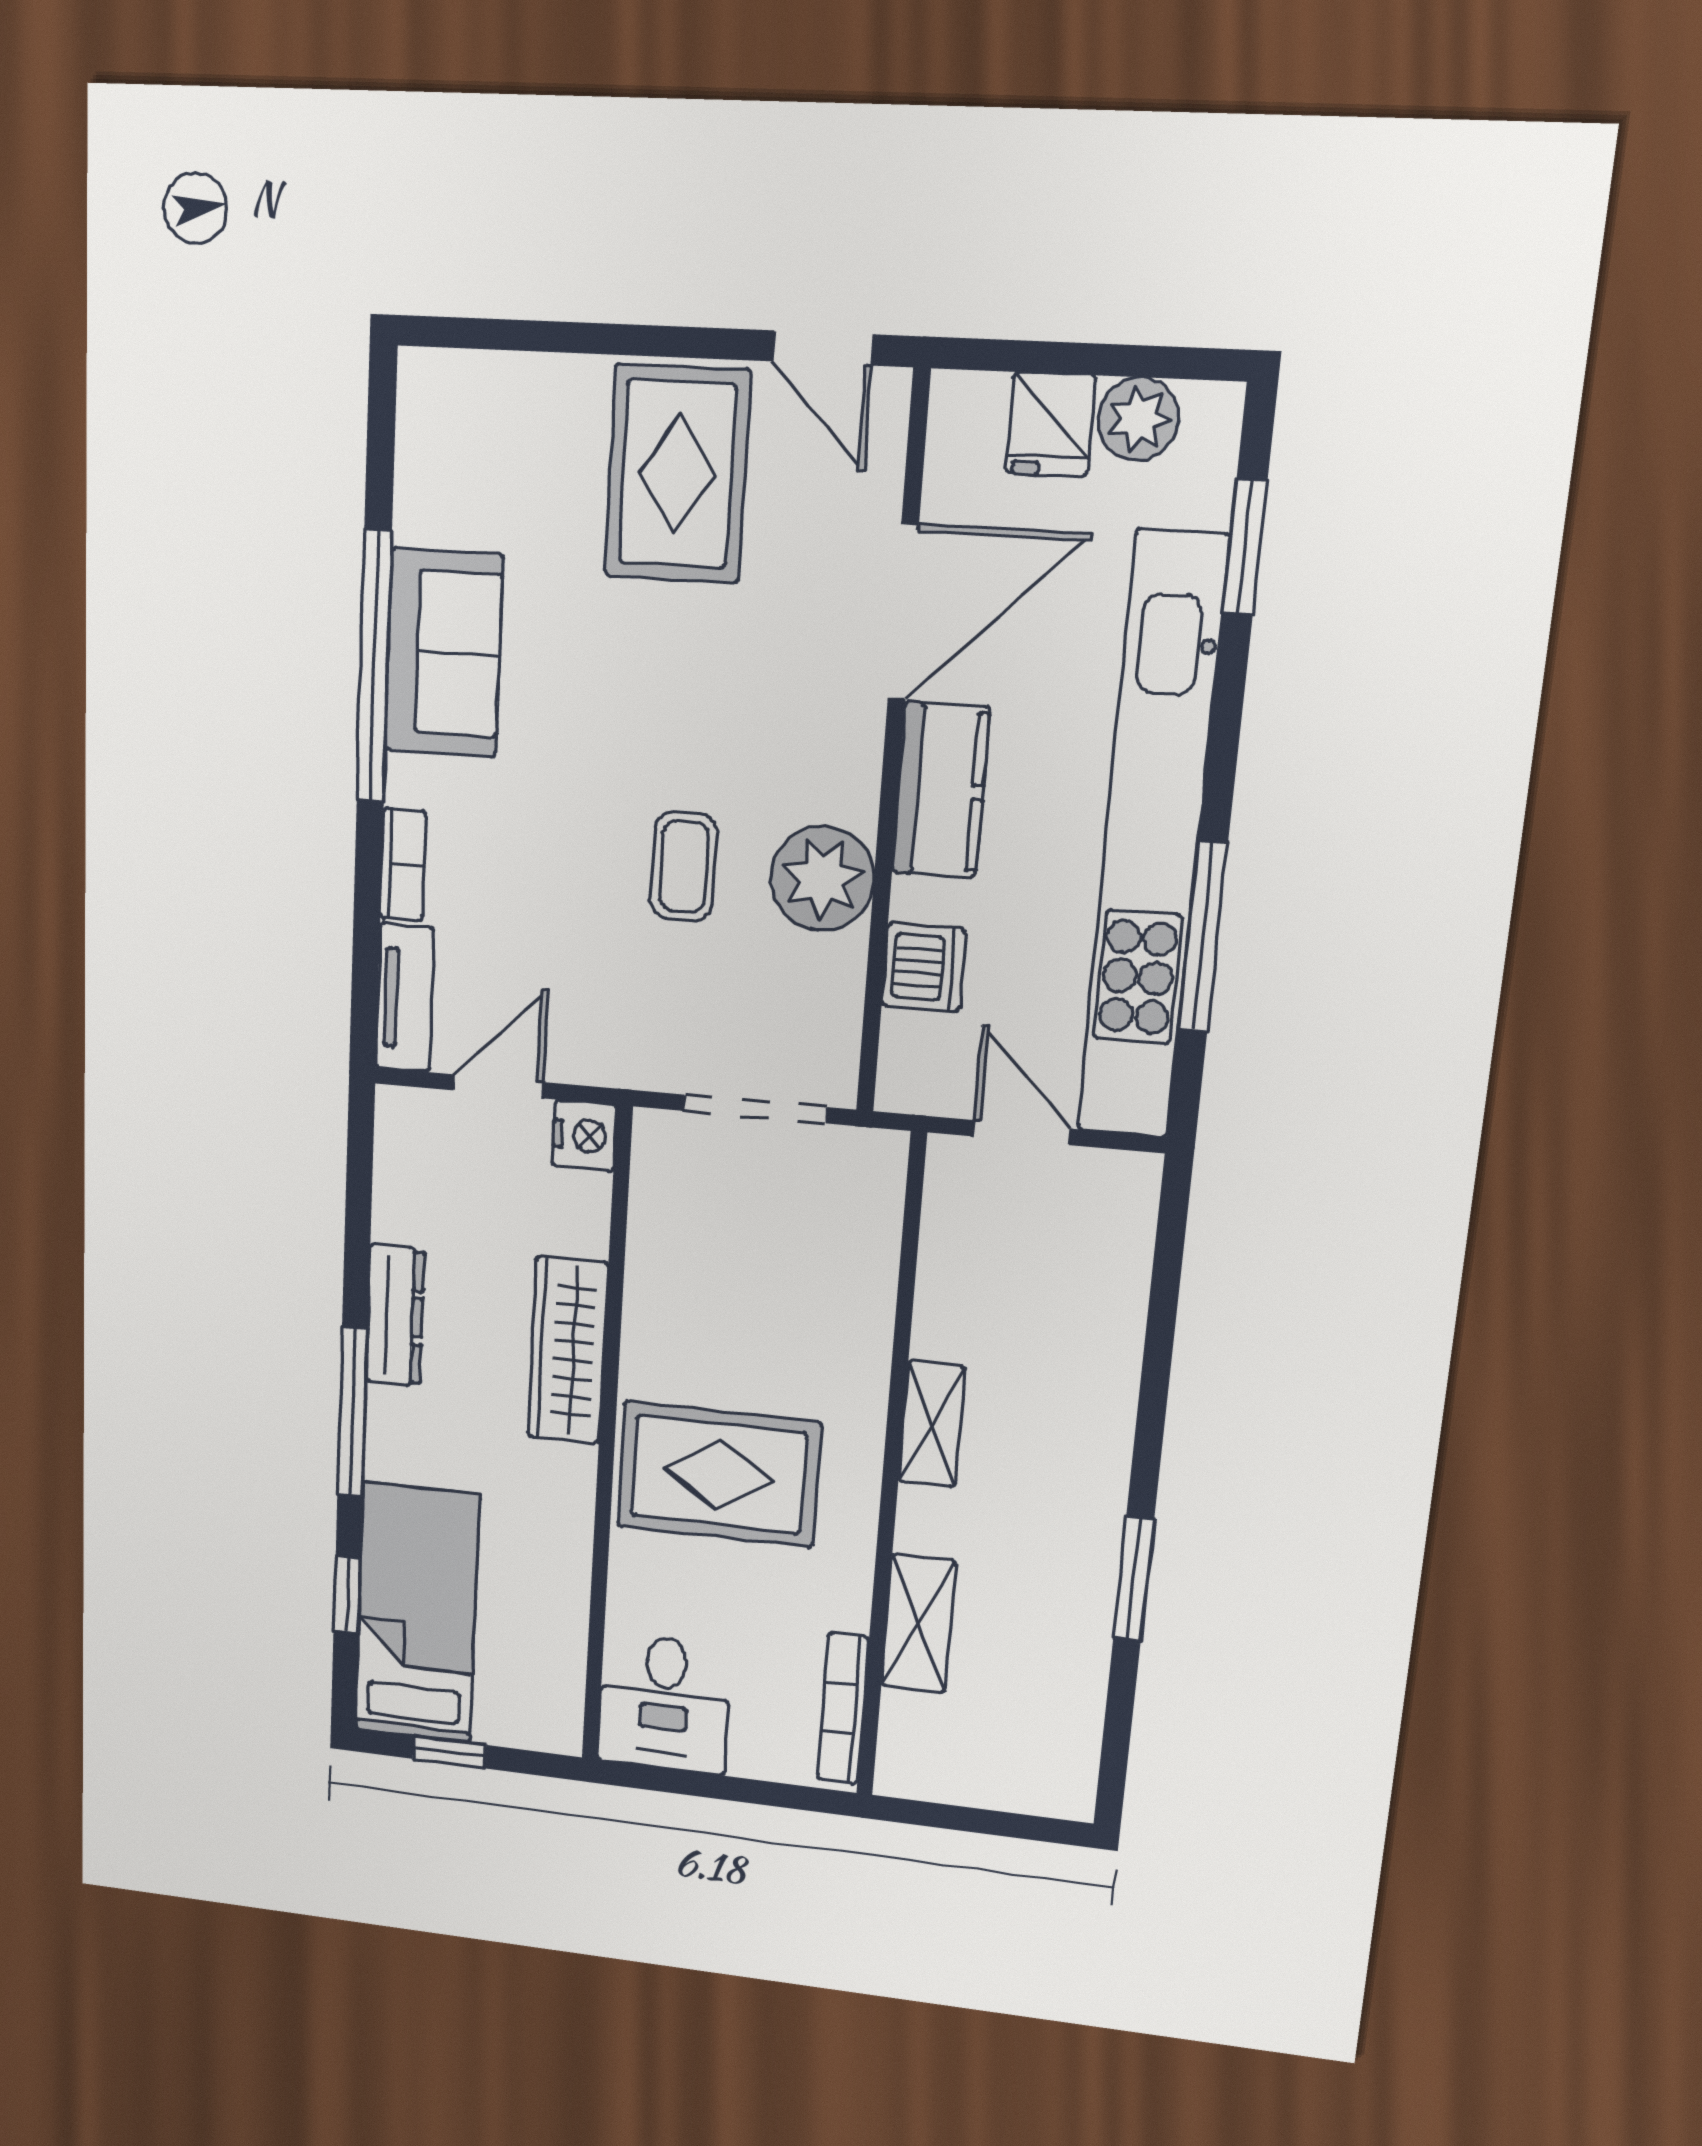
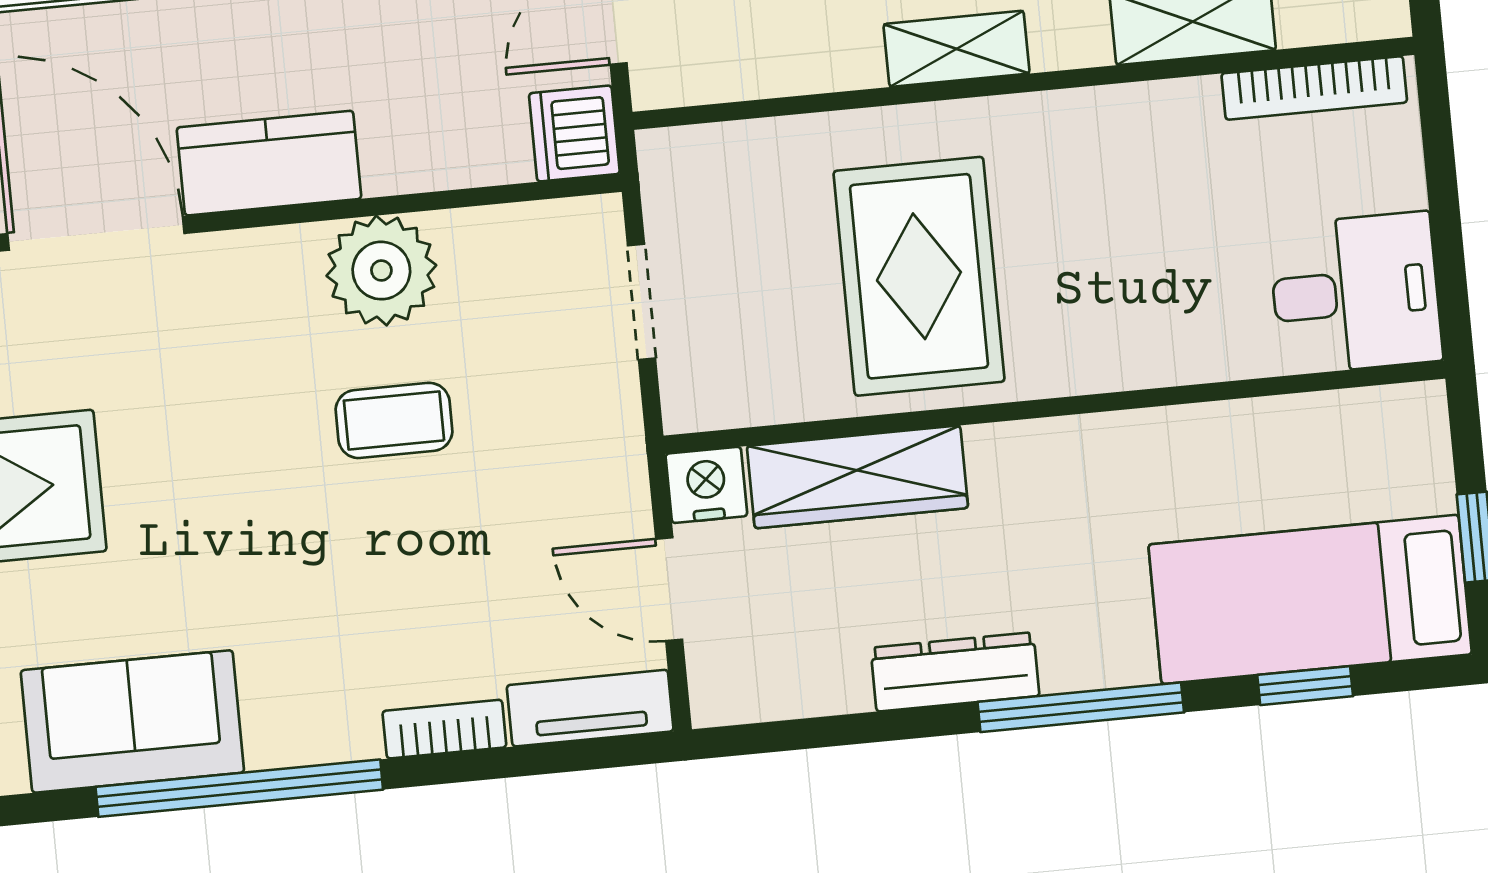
sofa: (444, 653) -> (132, 721), moved
dishwasher: (923, 967) -> (574, 134), moved, turned -90
doorway: (755, 1109) -> (641, 302), width x0.73
wardrobe: (568, 1351) -> (857, 477), moved
rug: (719, 1475) -> (919, 276), moved

